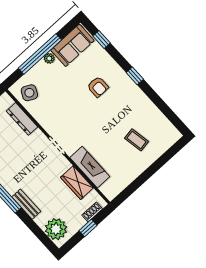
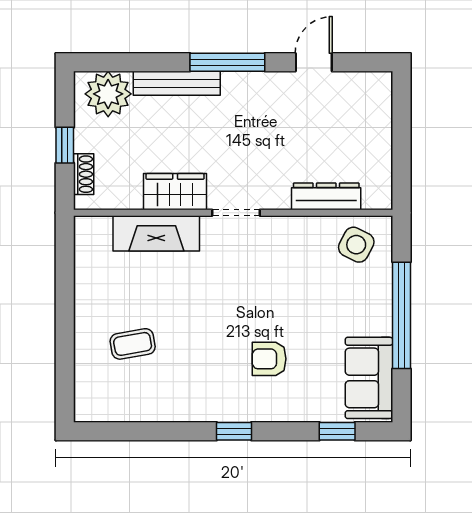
plant: (49, 58) -> (381, 324), removed
wardrobe: (77, 183) -> (175, 192), moved
bench: (26, 204) -> (177, 83), width x1.36

